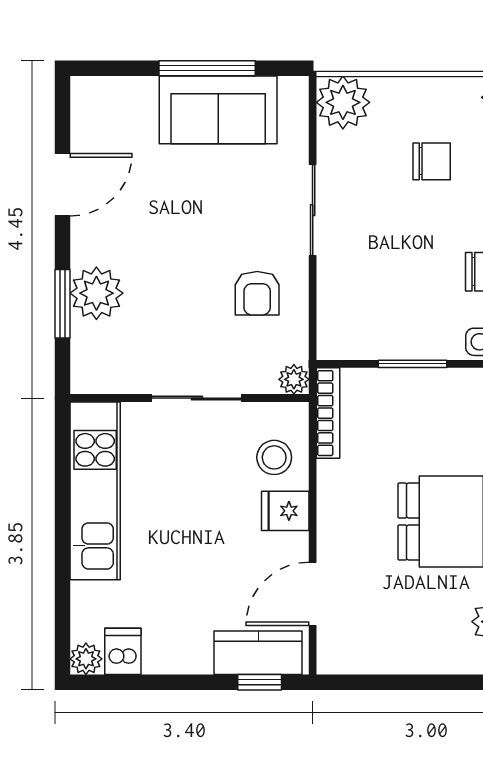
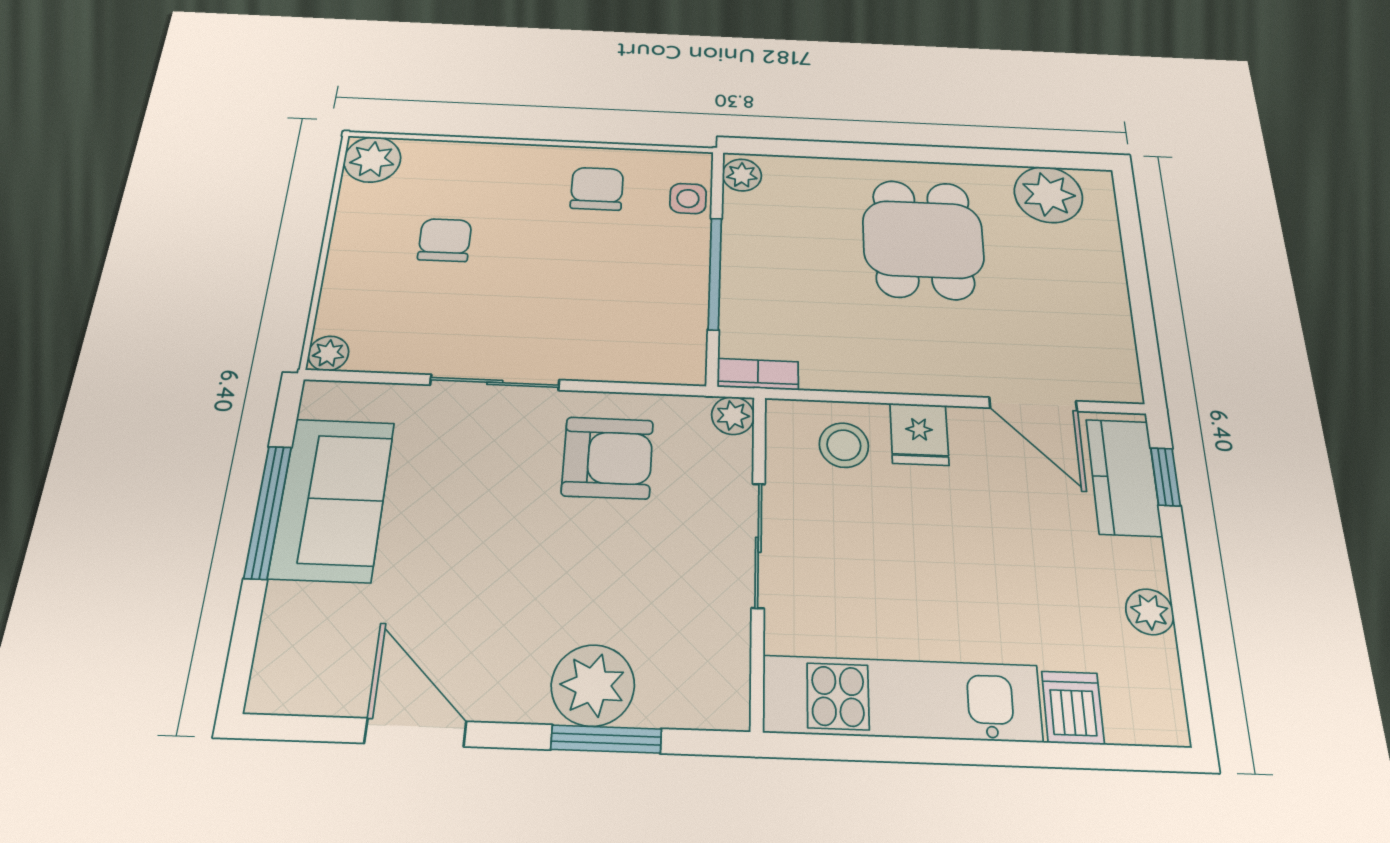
plant: (343, 102) -> (328, 353), width x0.53, depth x0.53
armchair: (257, 293) -> (608, 458), width x1.38, depth x1.38
window: (413, 364) -> (715, 273), width x1.44
bookcase: (328, 413) -> (758, 374), width x0.64
dishwasher: (123, 651) -> (1073, 708), moved, turned 90
plant: (86, 659) -> (1150, 612), moved

